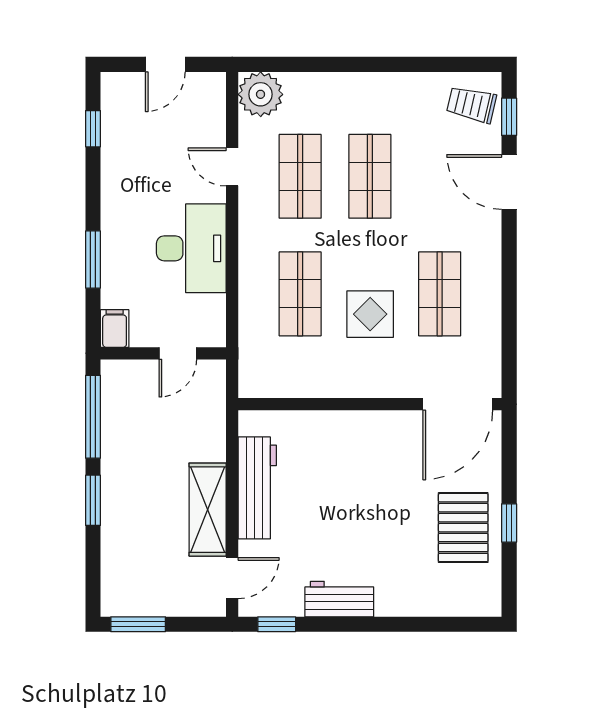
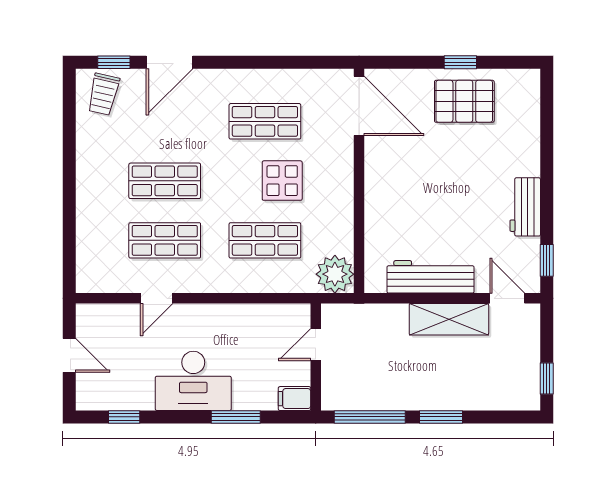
plant: (261, 94) -> (335, 274), moved
desk: (191, 248) -> (193, 381), moved, turned 180
door: (178, 353) -> (316, 345), swing flipped
window: (138, 624) -> (547, 379), width x0.67

